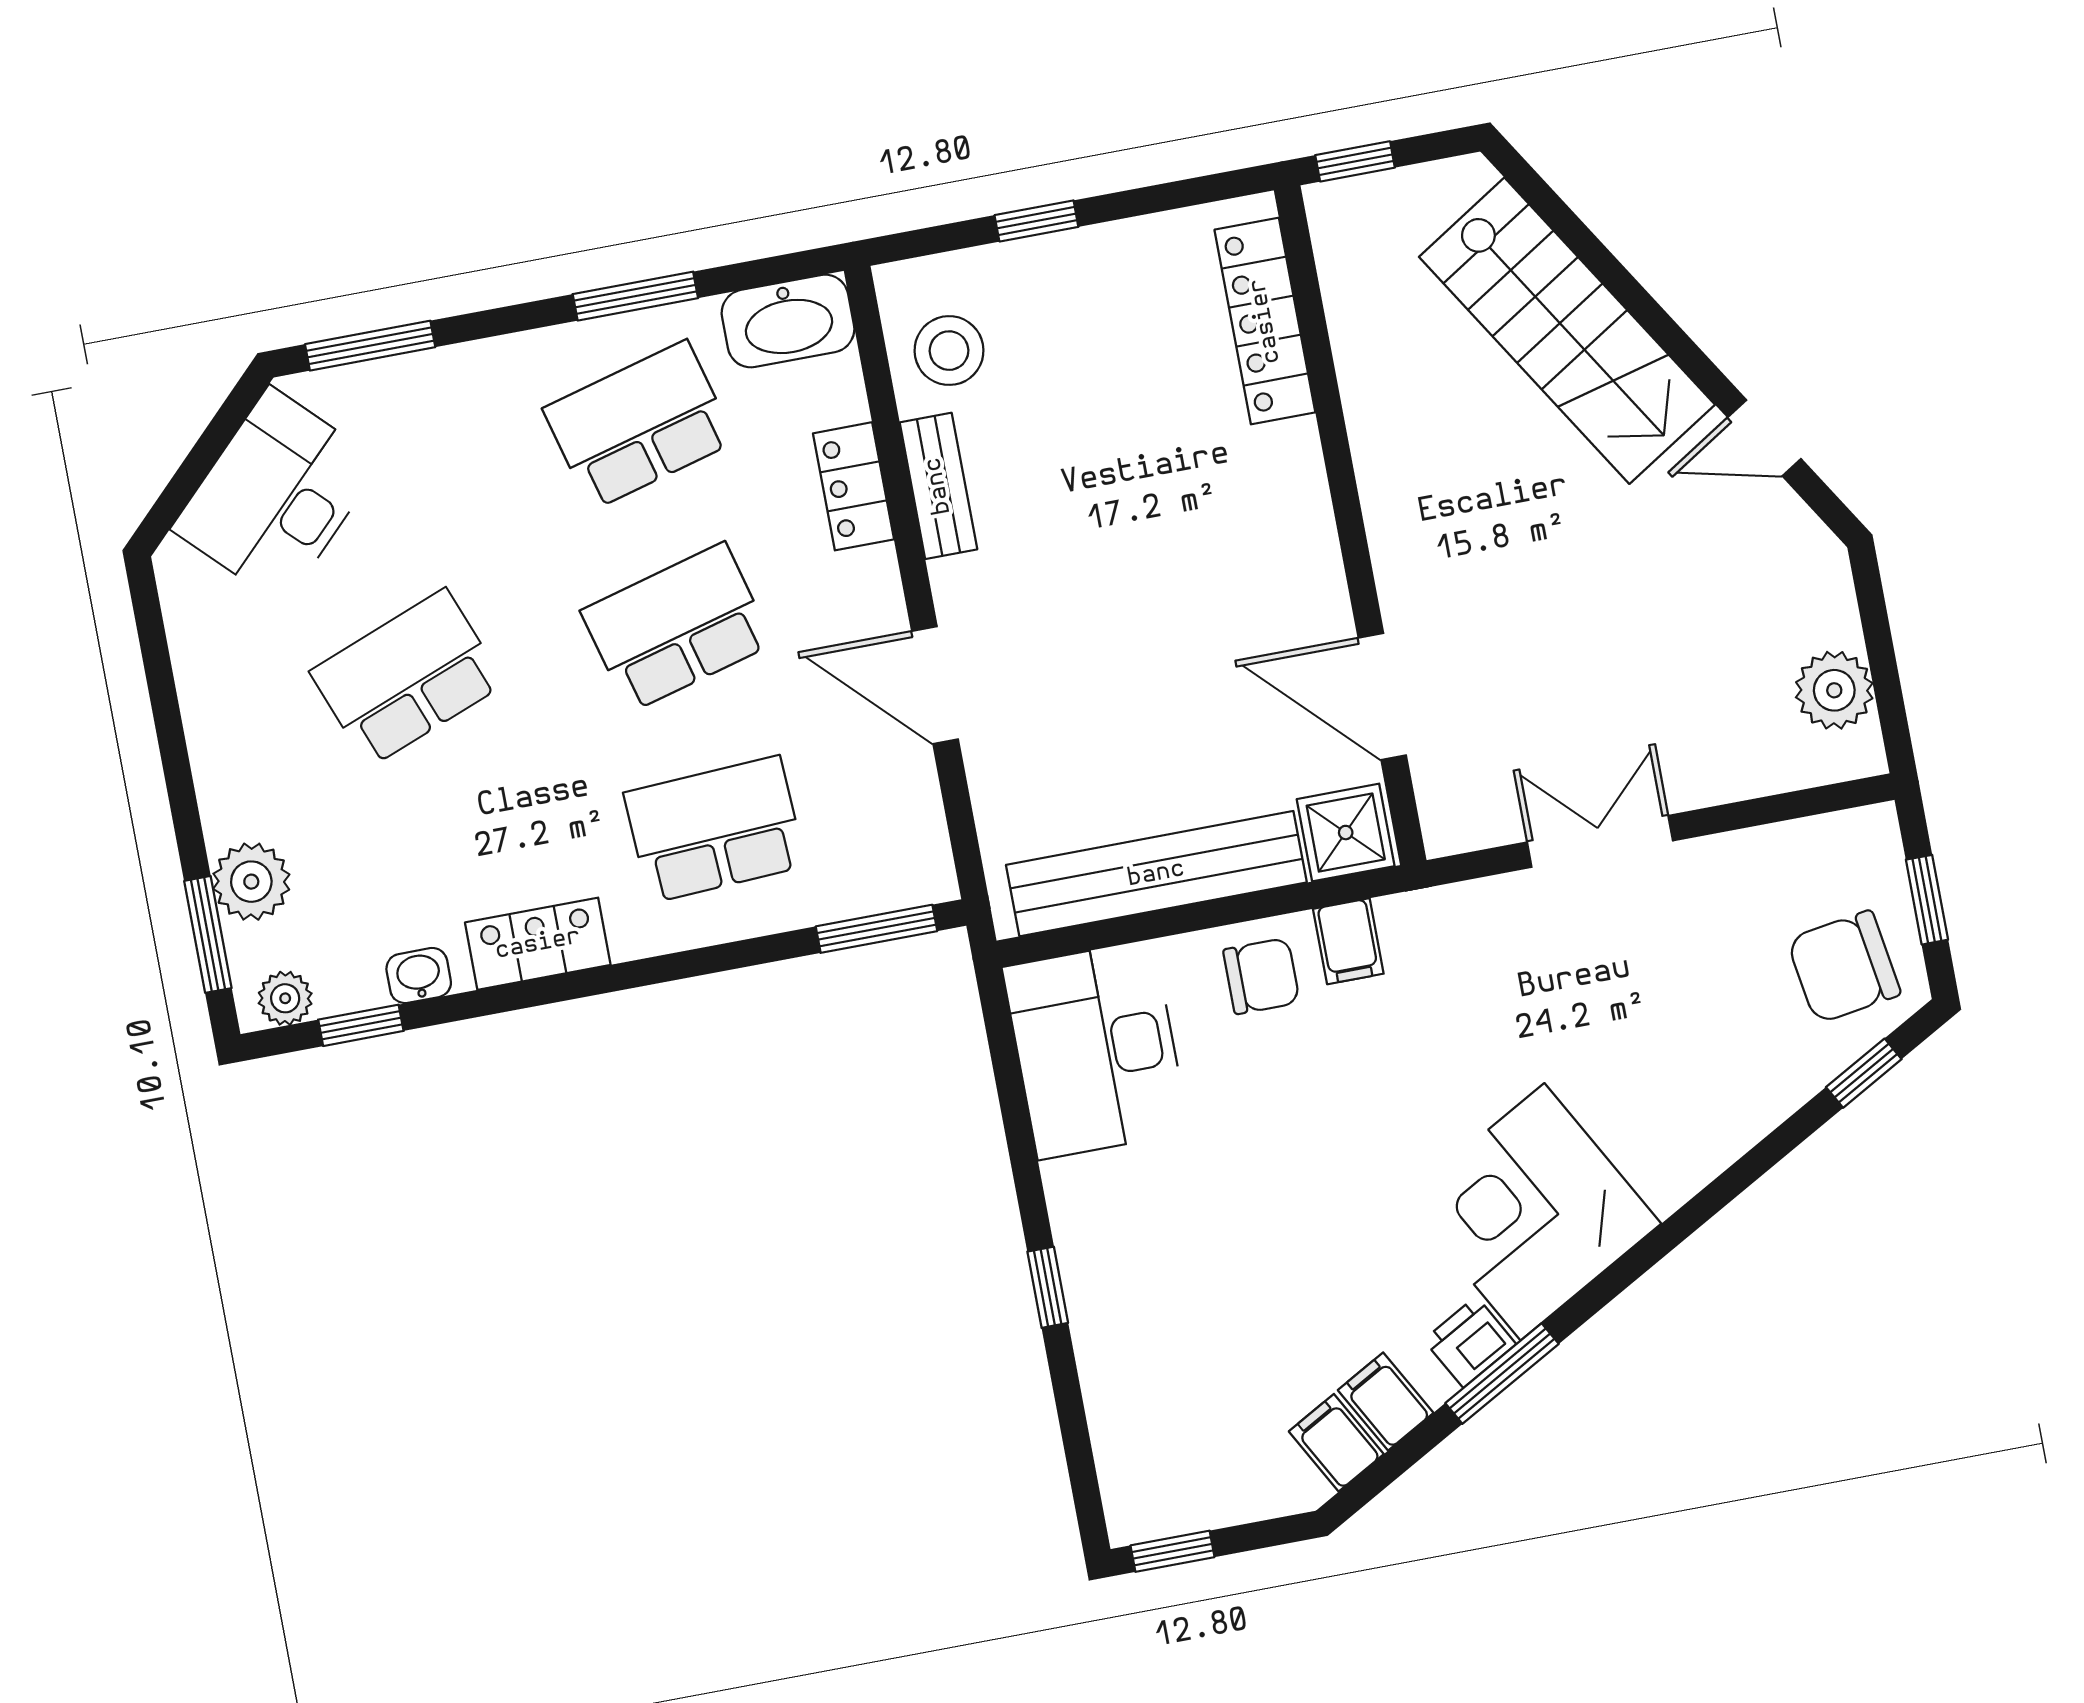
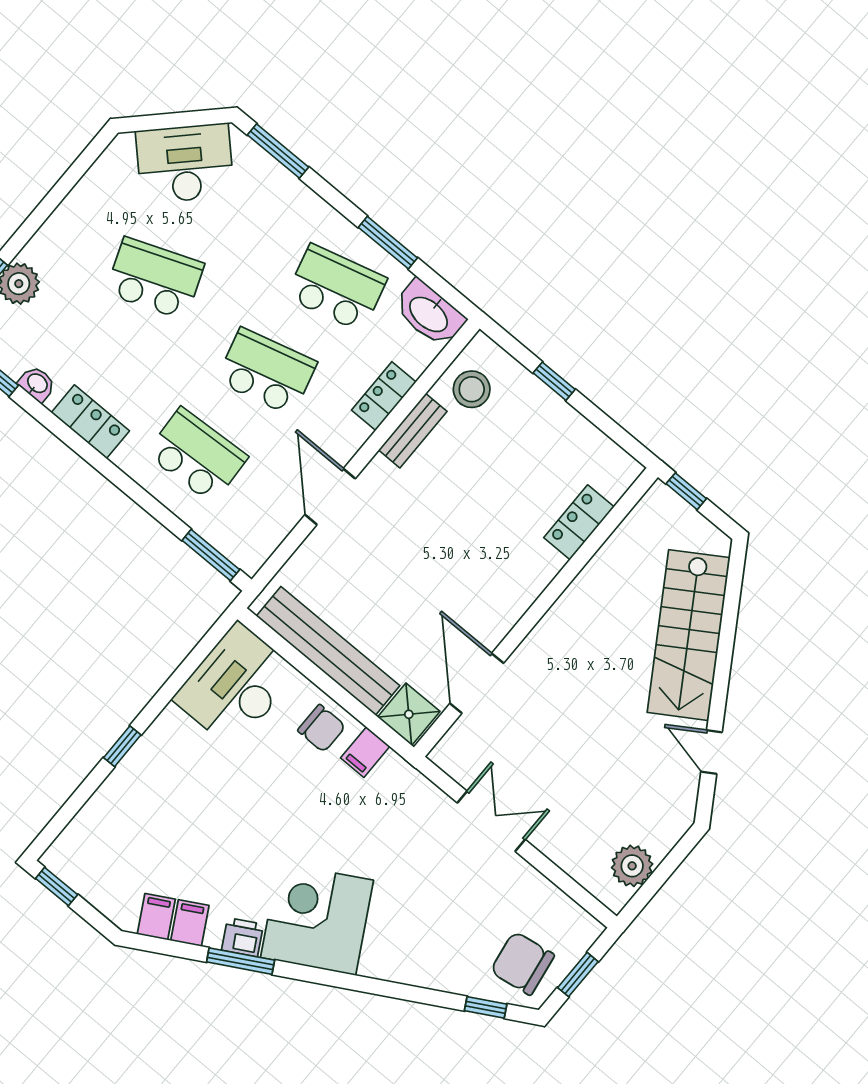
locker: (1265, 321) -> (579, 522), width x0.66

